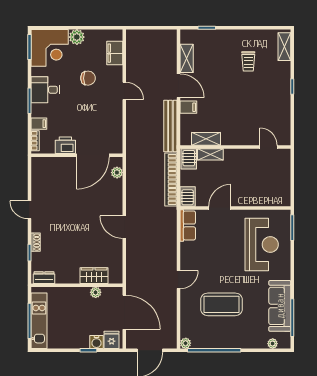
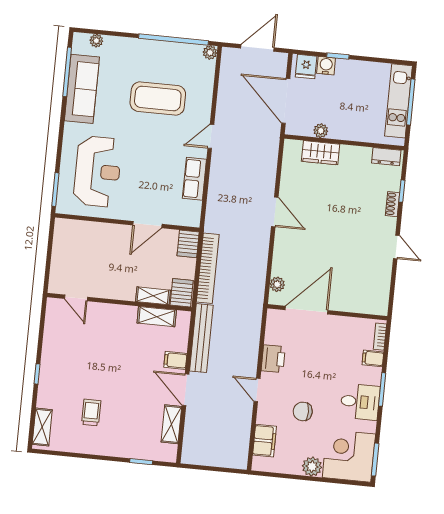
printer: (65, 145) -> (273, 359), moved, turned -90
row of seats: (188, 225) -> (194, 179), moved
reception desk: (262, 244) -> (98, 171), turned 180

